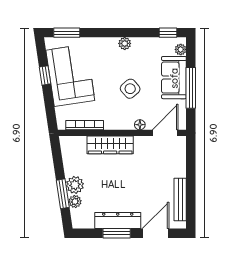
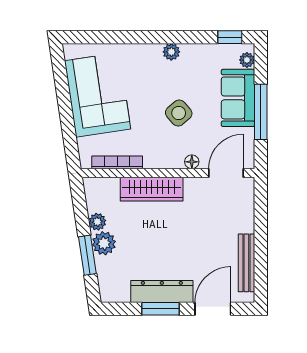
window: (67, 33) -> (93, 37), removed
window: (45, 75) -> (63, 95), removed
plant: (75, 202) -> (97, 222), moved

